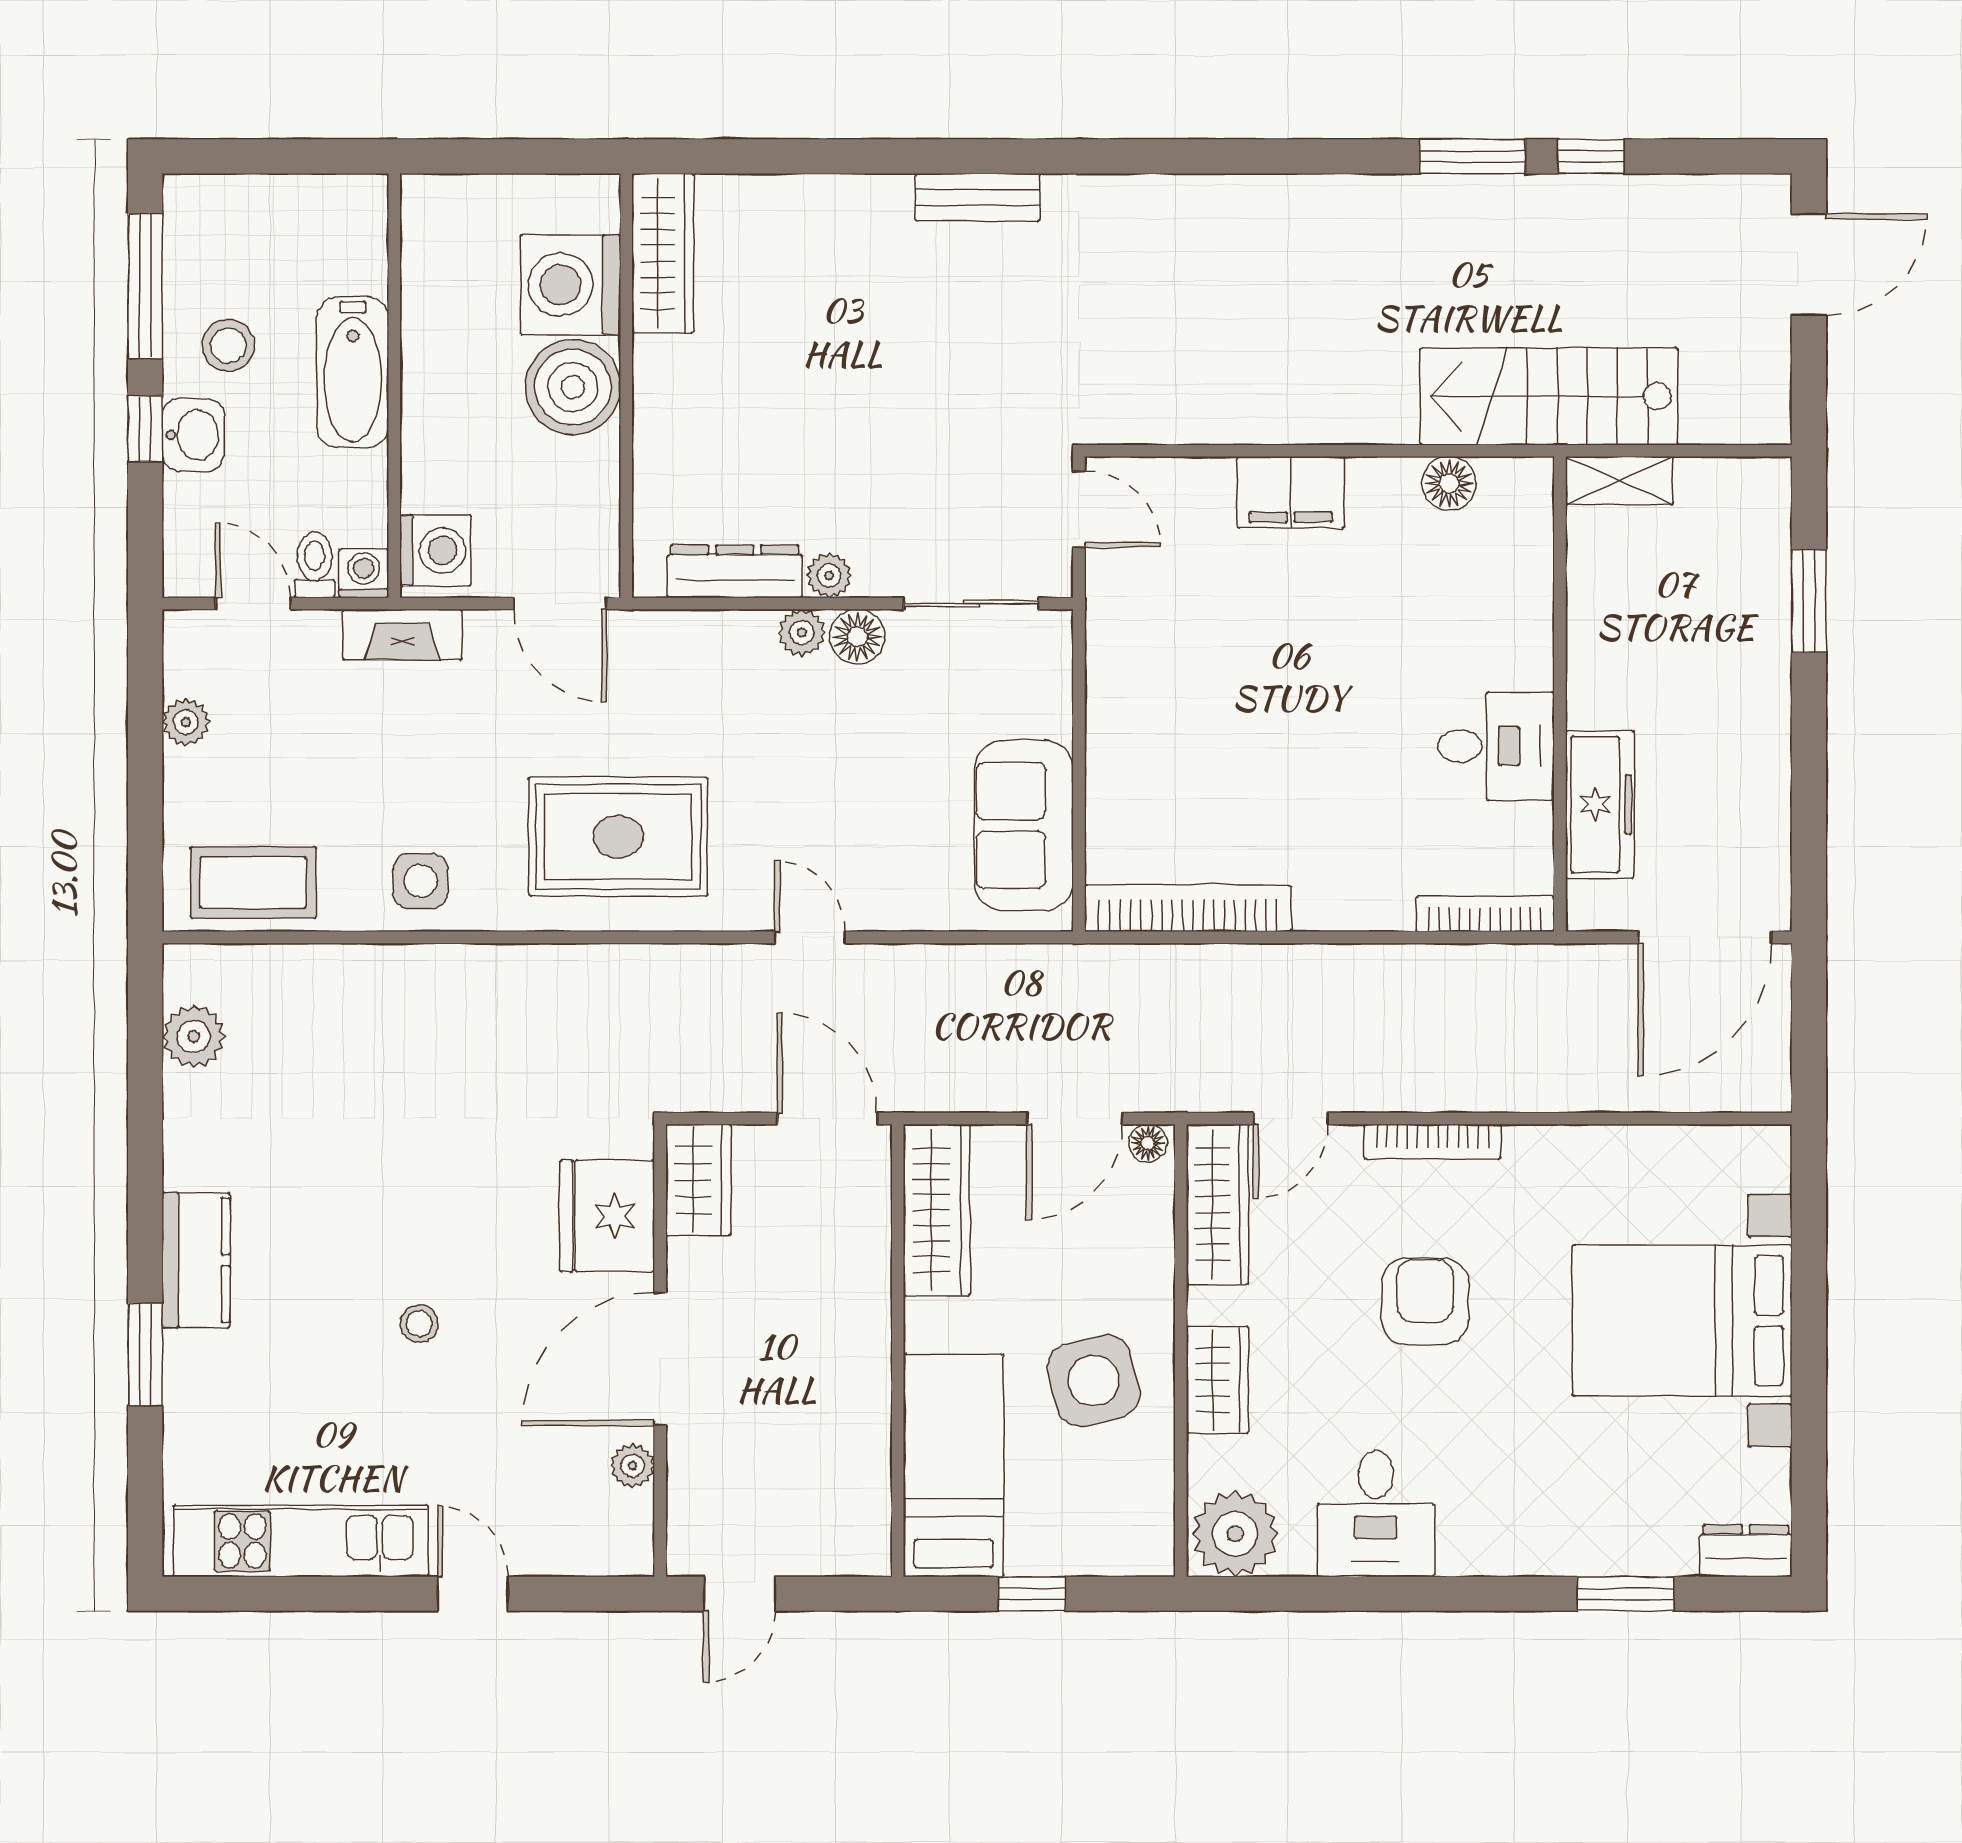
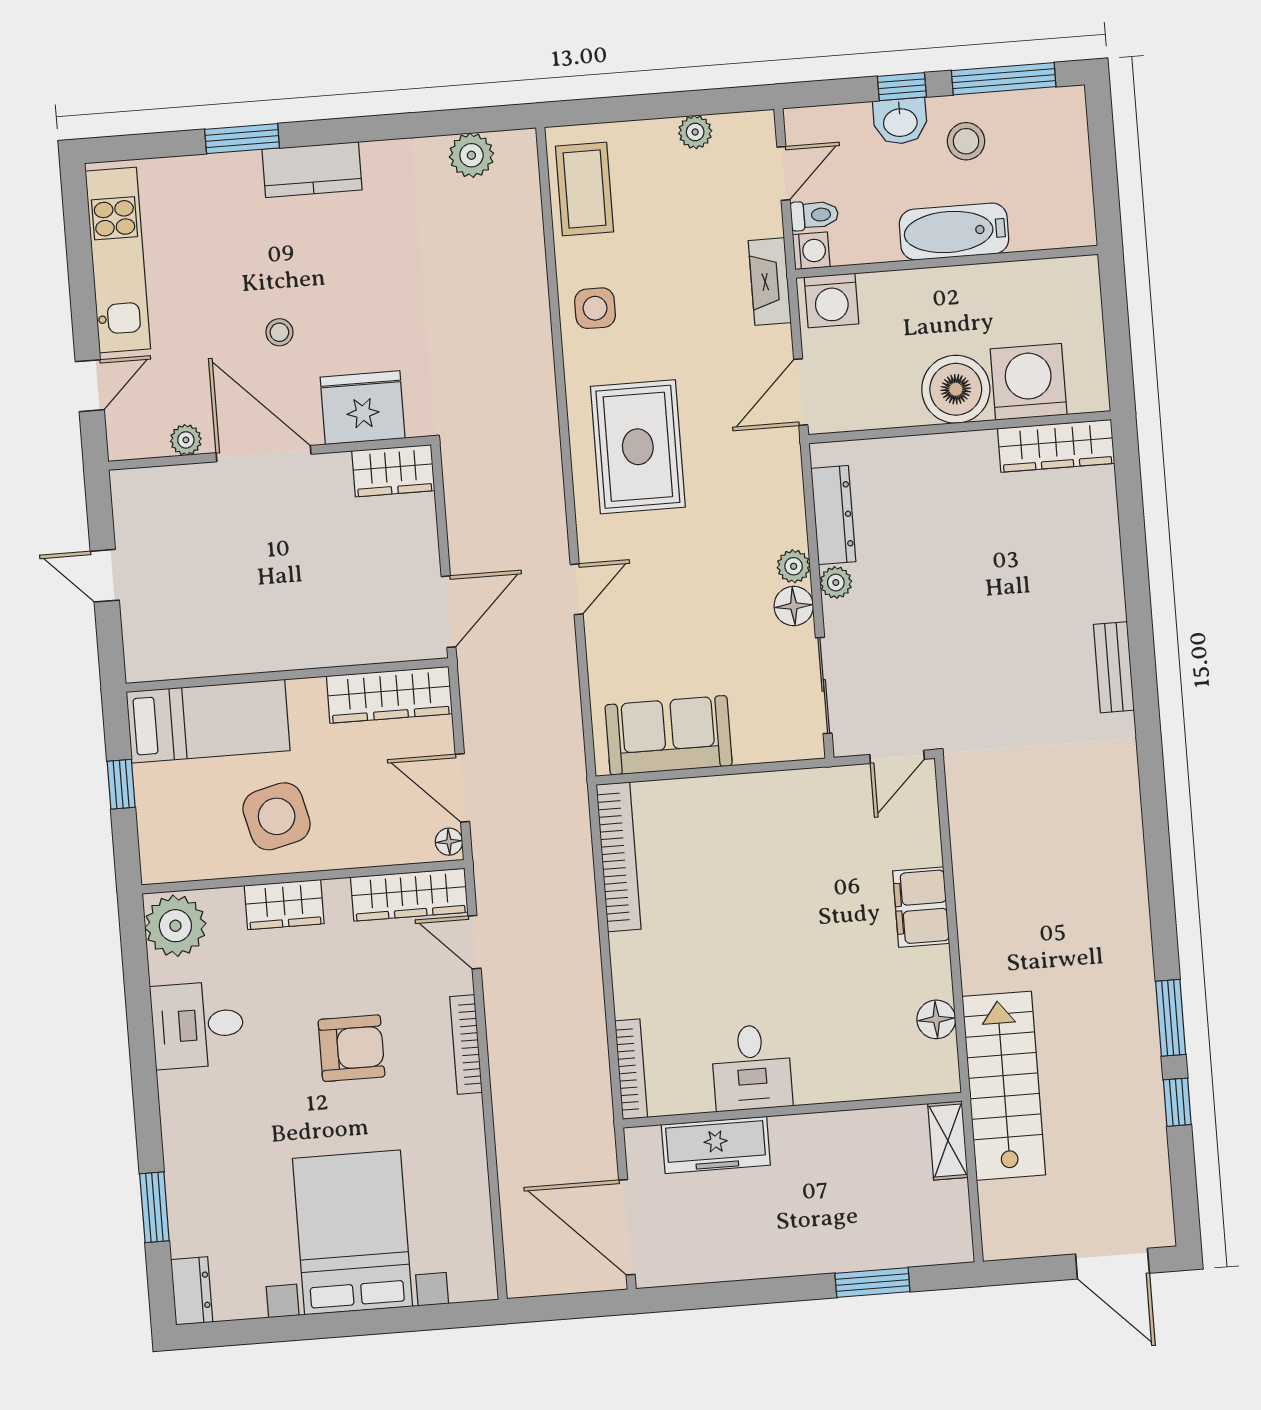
wardrobe: (698, 1180) -> (393, 471), moved
fridge: (607, 1216) -> (363, 408), moved
wall: (660, 1350) -> (270, 453), moved
door: (660, 1359) -> (264, 454), moved
plant: (633, 1466) -> (186, 440), moved

